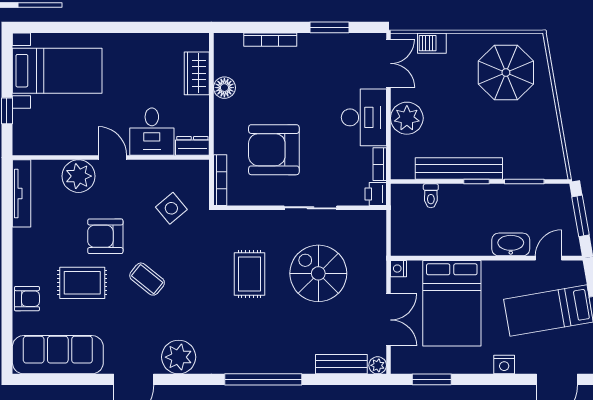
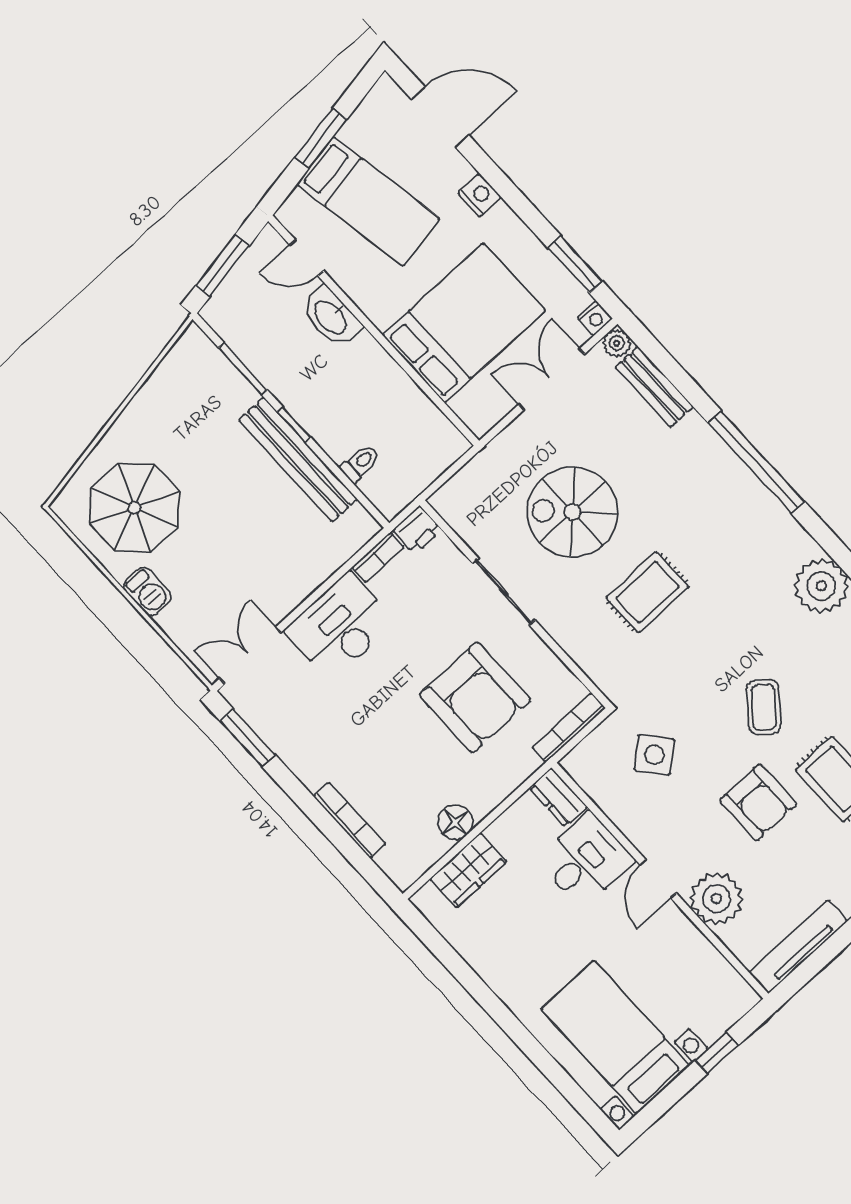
window: (330, 27) -> (248, 738), moved
barbecue: (432, 43) -> (147, 591), moved
plant: (407, 118) -> (295, 575), removed
nightstand: (398, 269) -> (595, 318), moved
spiral stairs: (318, 273) -> (573, 512), turned 90

